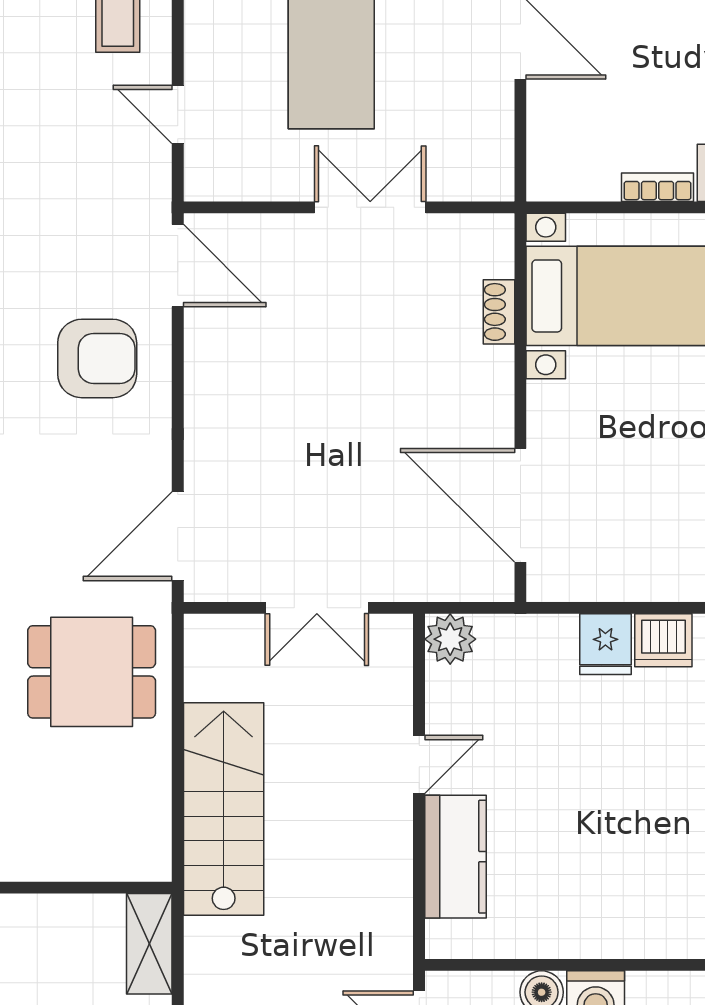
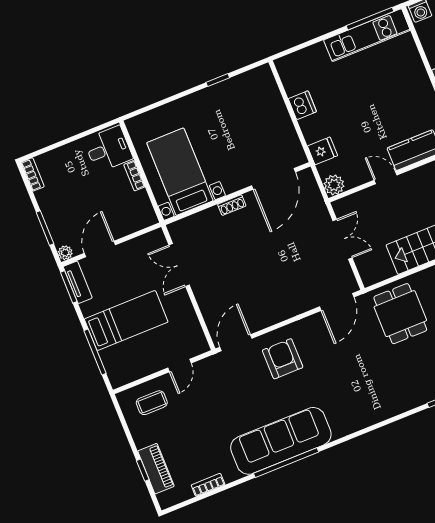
double door: (370, 207) -> (179, 265), moved
shoe rack: (499, 312) -> (232, 205), moved
door: (178, 536) -> (337, 302), hinge flipped
fridge: (605, 644) -> (322, 151), moved

